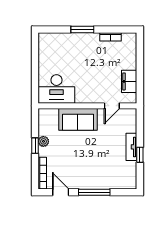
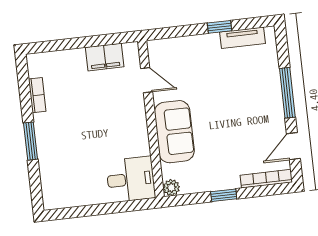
desk: (56, 89) -> (131, 179), width x0.73
plant: (43, 141) -> (171, 188), moved
tv unit: (131, 147) -> (242, 38), moved

